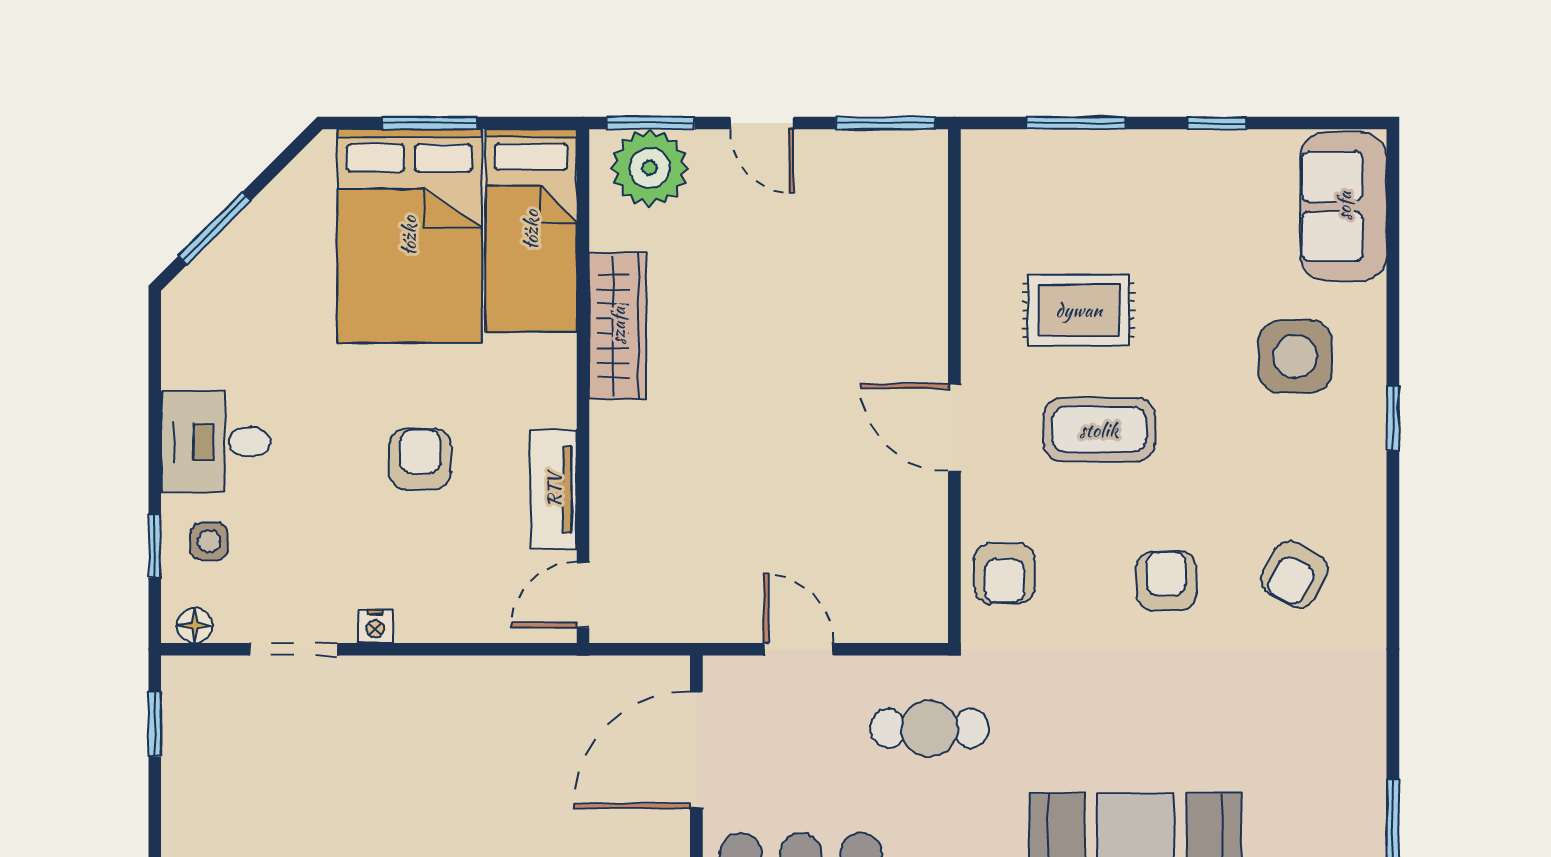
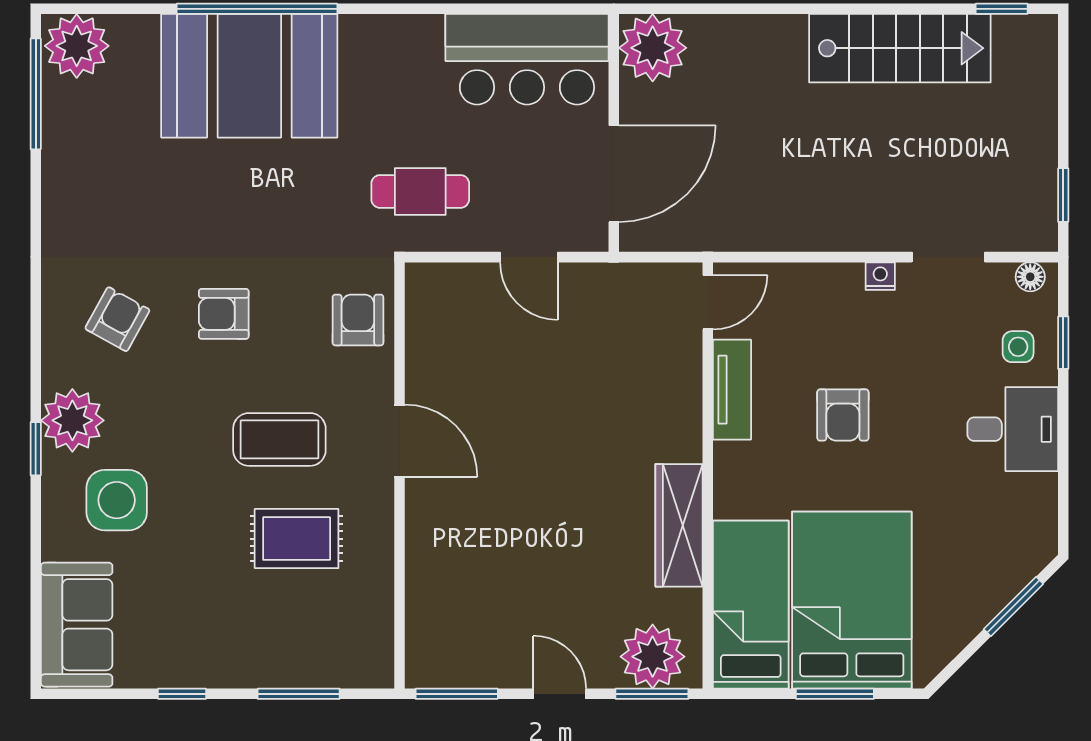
plant: (1349, 452) -> (72, 420), added
armchair: (1166, 581) -> (224, 314), turned 90

